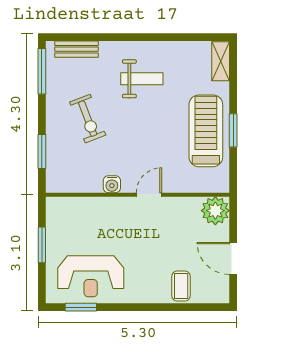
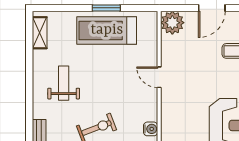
shelving: (221, 61) -> (40, 33), moved, turned 90
water cooler: (112, 184) -> (151, 129), moved

